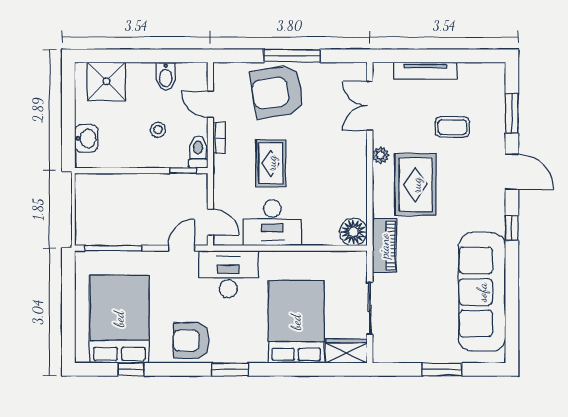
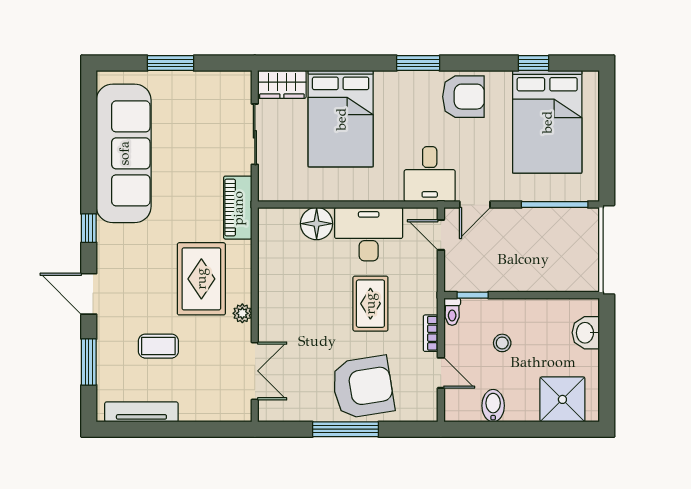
tv unit: (425, 71) -> (141, 412), moved
toilet: (198, 152) -> (452, 312), width x0.73, depth x0.72
floor lamp: (353, 232) -> (317, 224), moved
desk: (228, 274) -> (430, 174), width x0.73

